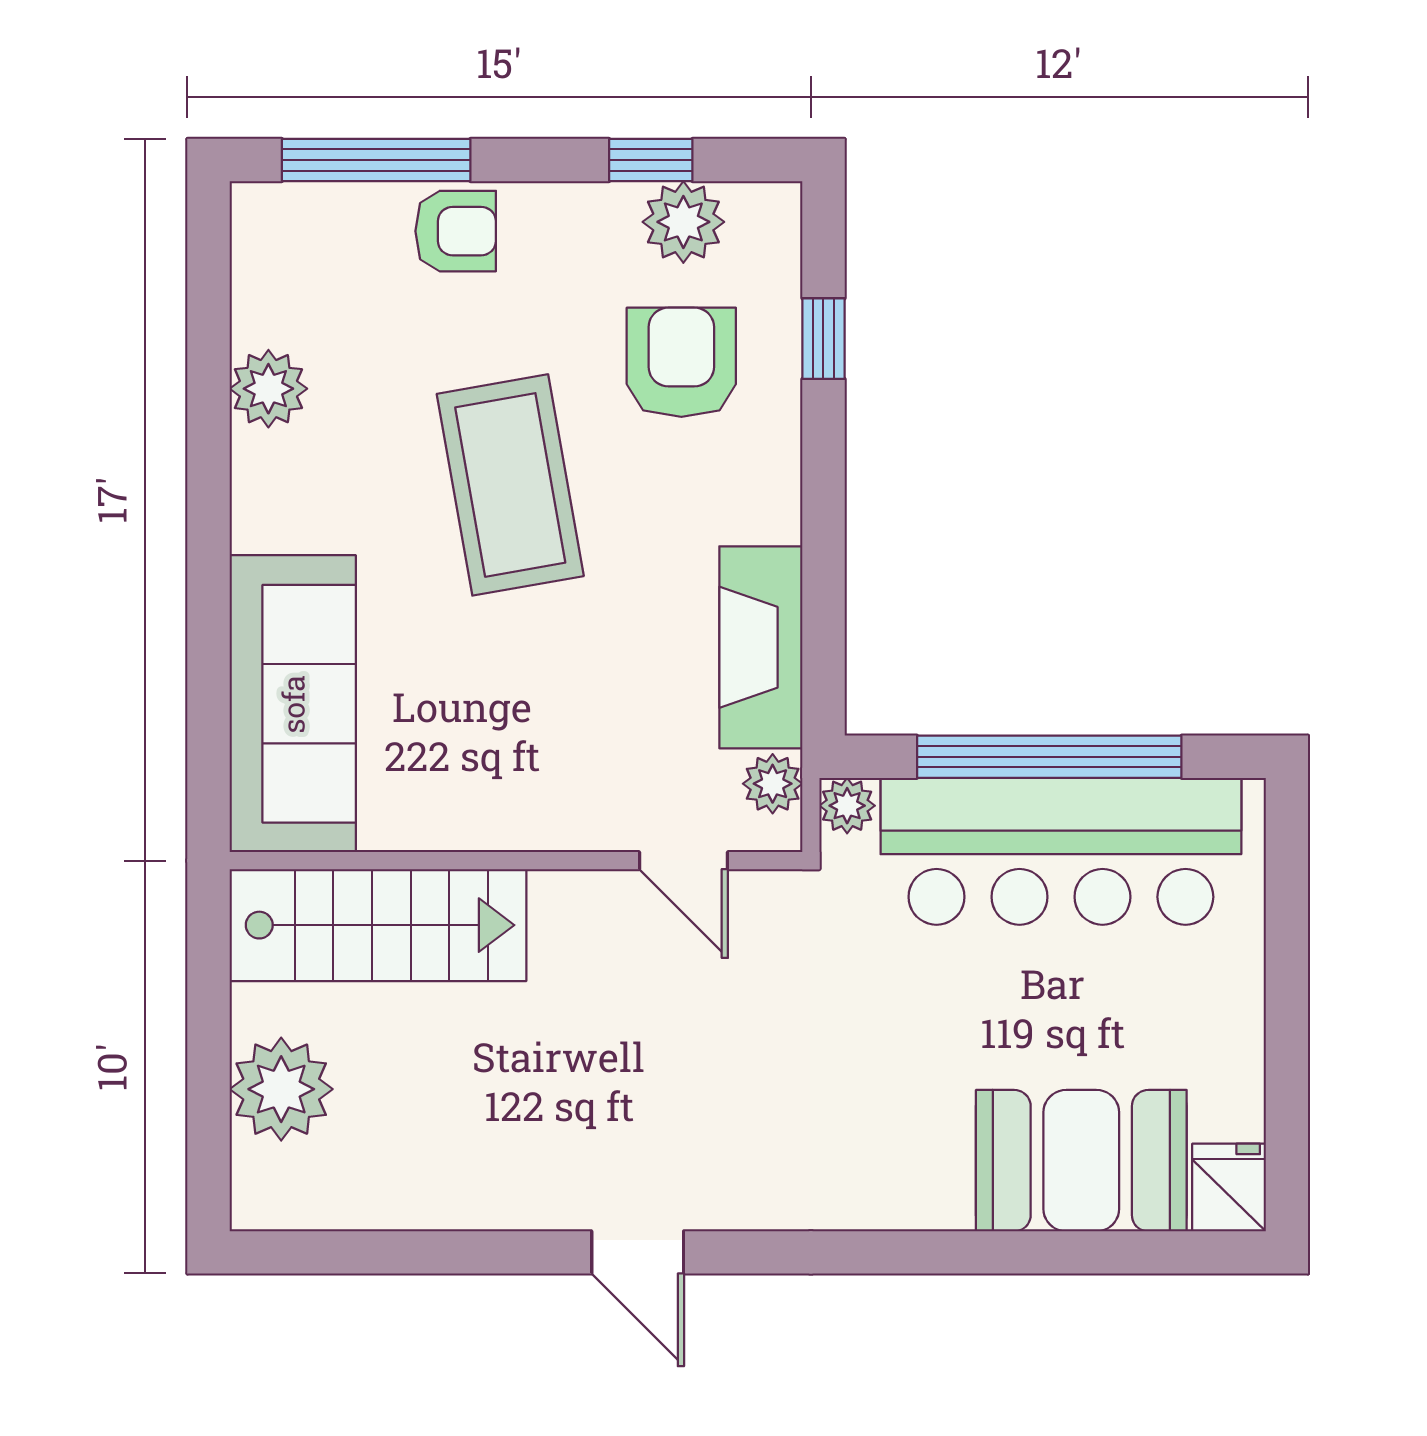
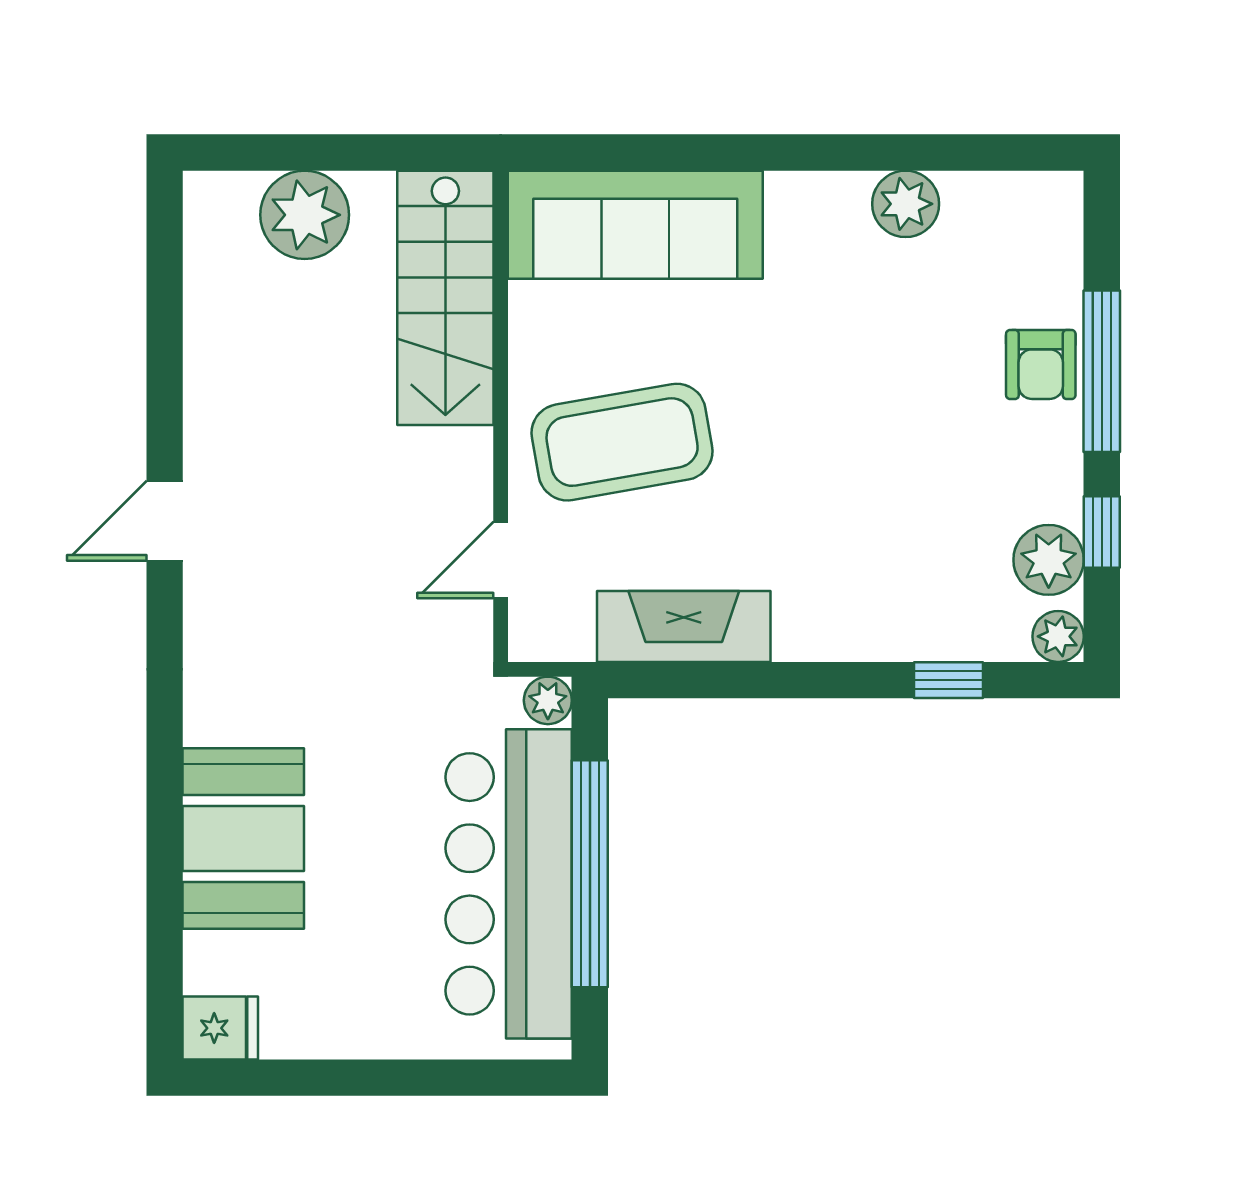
window: (376, 160) -> (1102, 371), moved
armchair: (681, 362) -> (928, 558), removed
coffee table: (510, 485) -> (622, 442), moved
plant: (773, 784) -> (1058, 636), moved
booth: (1081, 1161) -> (243, 838), moved

